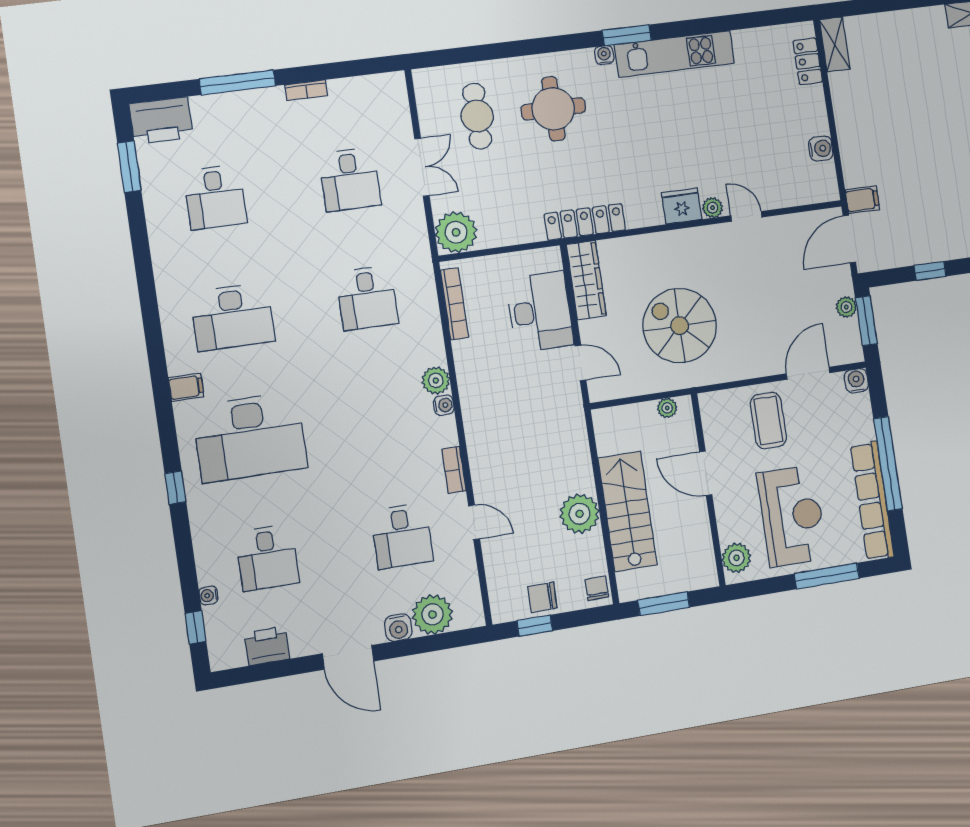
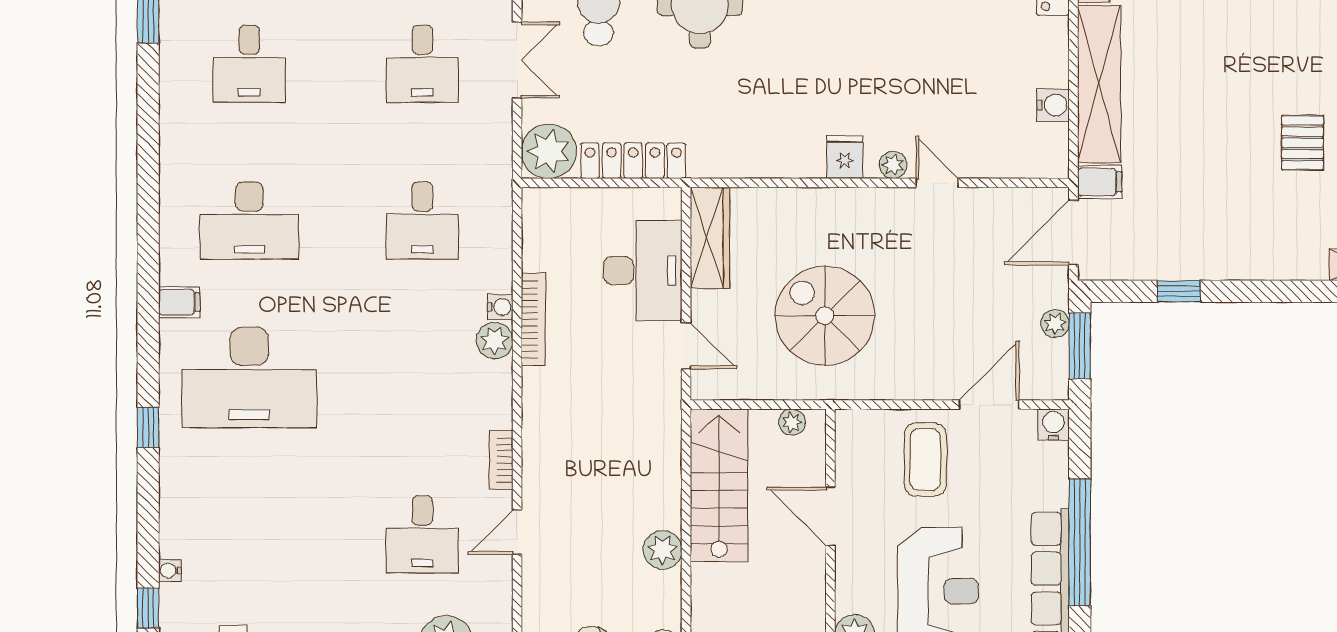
shelving: (851, 129) -> (1099, 84), added
fridge: (682, 206) -> (845, 157), width x0.72
locker: (585, 222) -> (633, 161), moved
bookcase: (454, 304) -> (533, 319), moved
water cooler: (444, 405) -> (500, 307), moved
stairs: (628, 511) -> (719, 485), moved
plant: (580, 514) -> (663, 550), width x0.73, depth x0.73
door: (474, 522) -> (517, 532), swing flipped
desk: (267, 557) -> (249, 534), removed

